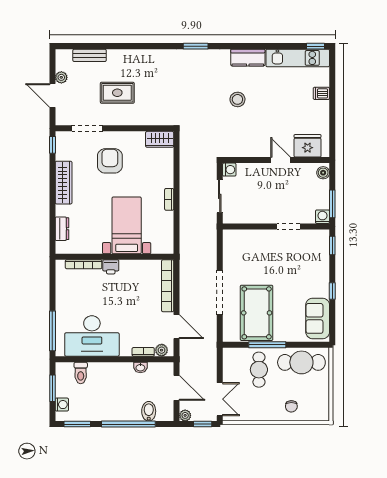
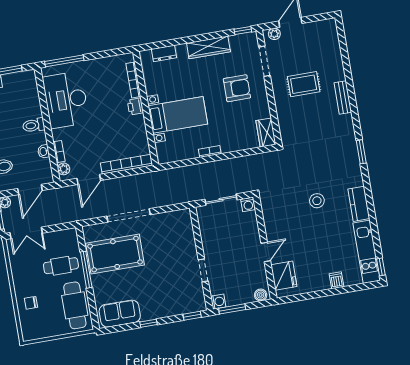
bench: (90, 55) -> (343, 98), moved
plant: (61, 77) -> (274, 34), moved
rug: (117, 93) -> (304, 84), turned 90
toilet: (81, 373) -> (34, 125), moved

